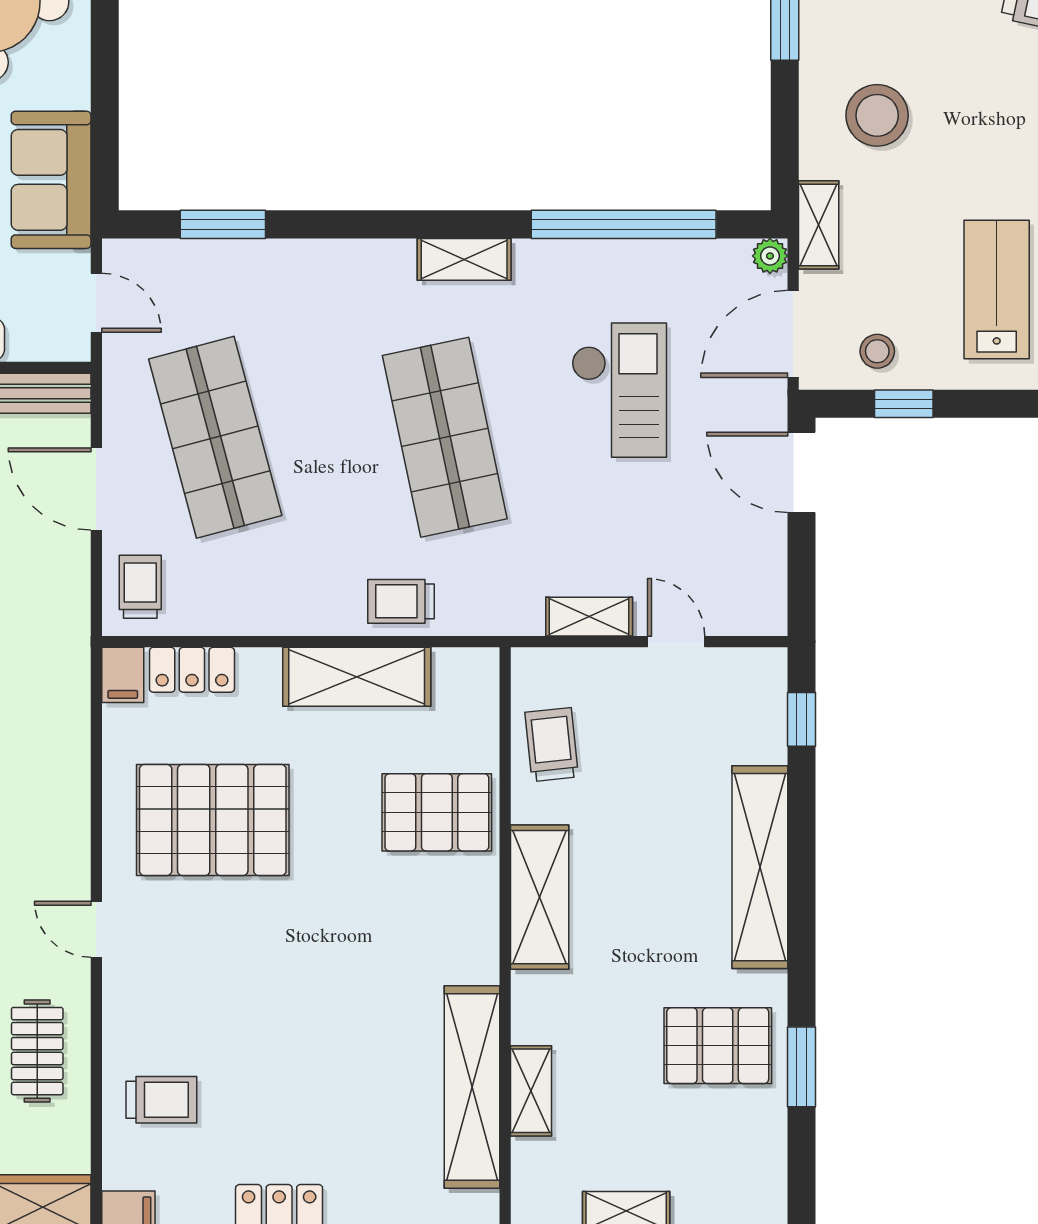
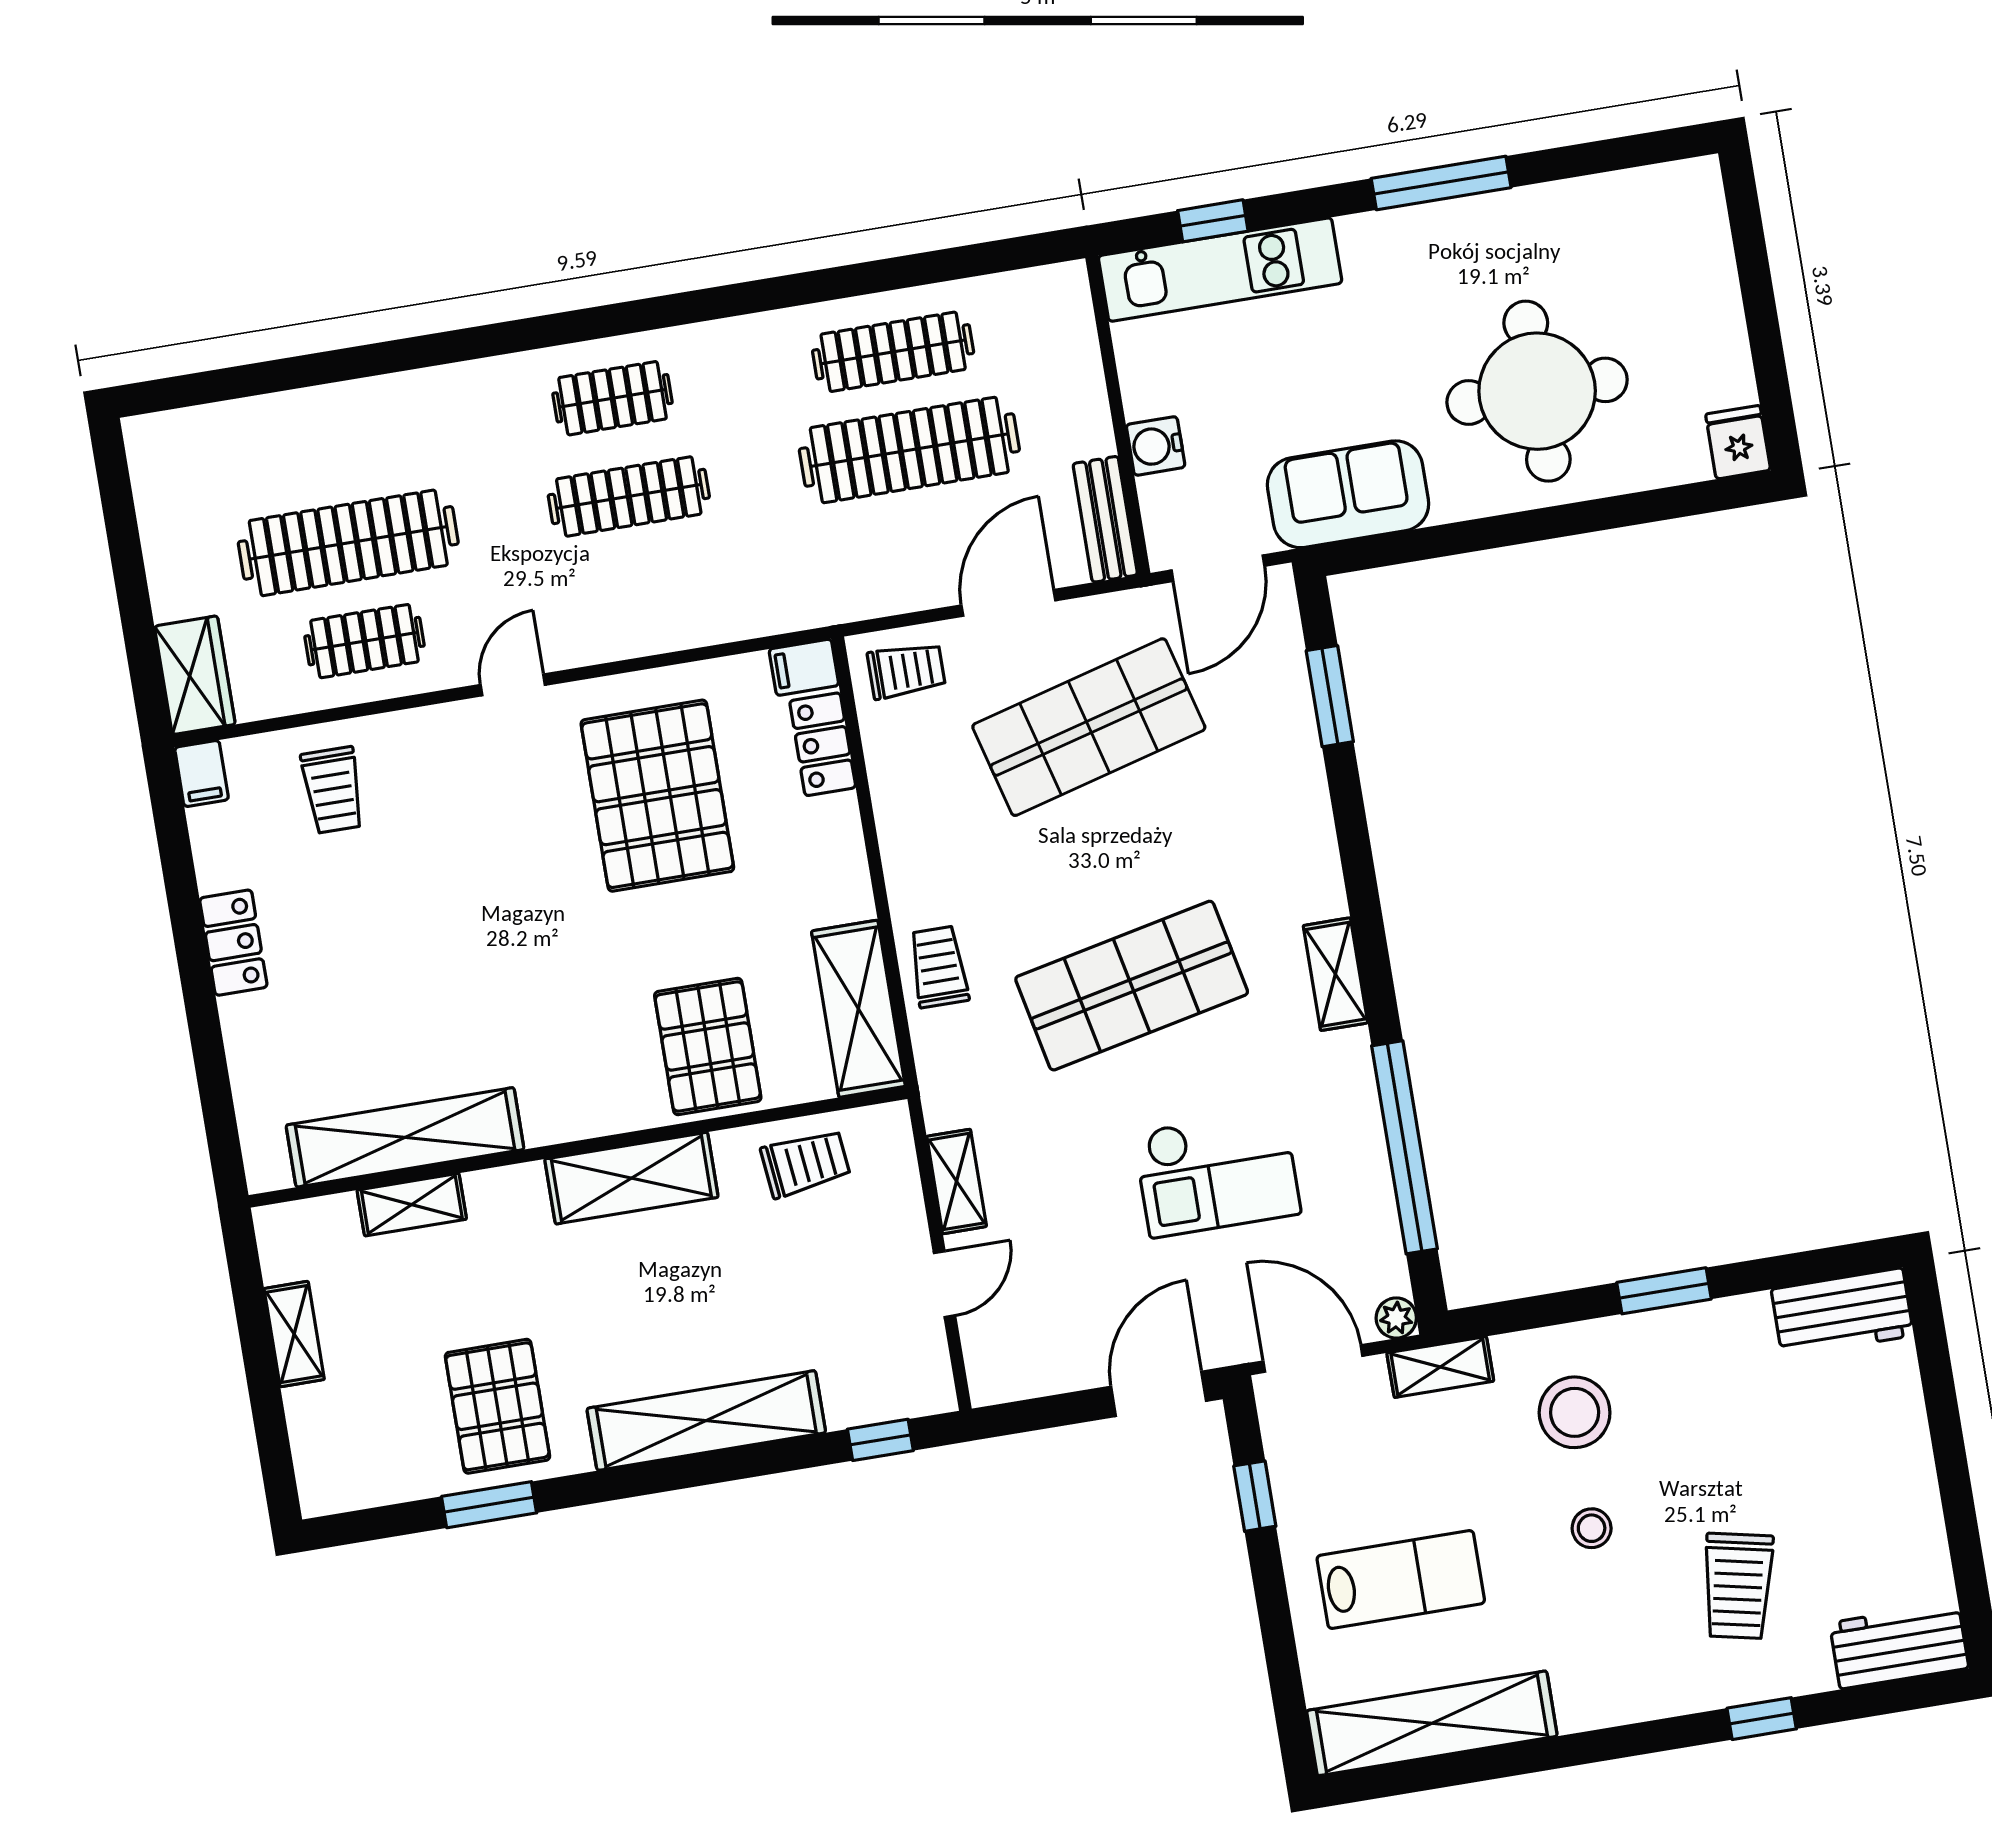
door: (96, 303) -> (1218, 568), width x1.38
stool: (877, 351) -> (1592, 1528), moved
shelving: (357, 677) -> (858, 1009), moved

